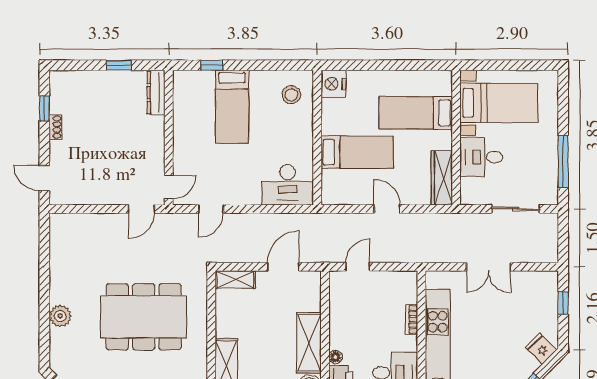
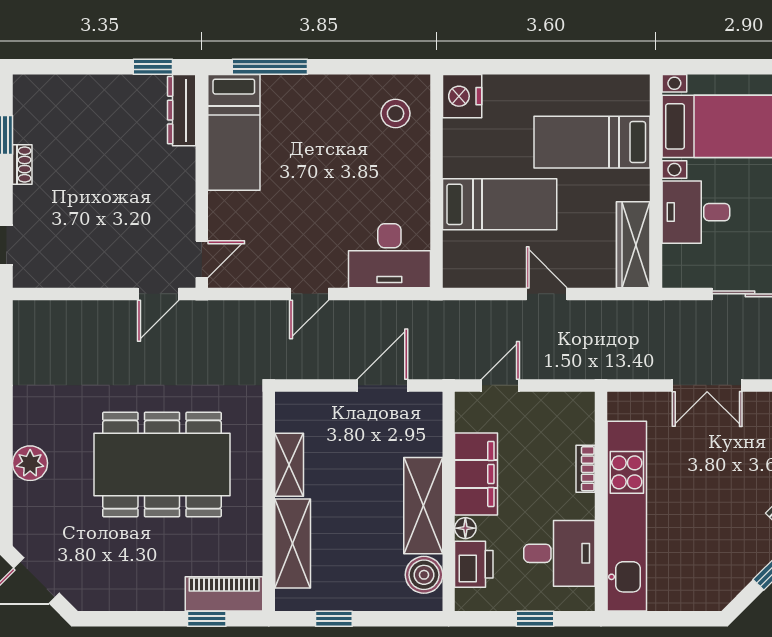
window: (119, 65) -> (153, 67), moved
window: (212, 65) -> (270, 67), width x2.17
bed: (232, 107) -> (234, 132), moved
door: (211, 209) -> (309, 294), moved
shelving: (235, 280) -> (289, 465), moved, turned 90
filing cabinet: (342, 323) -> (476, 474), added

